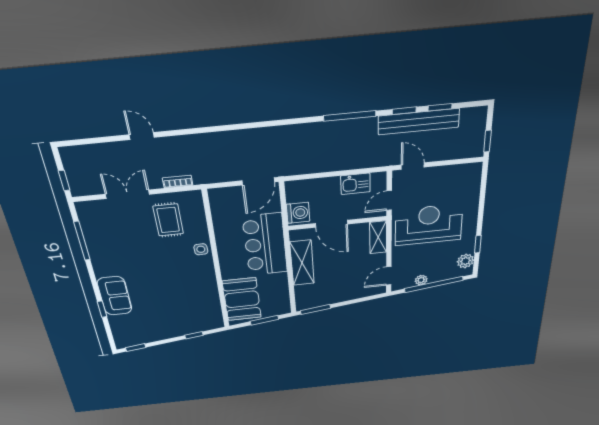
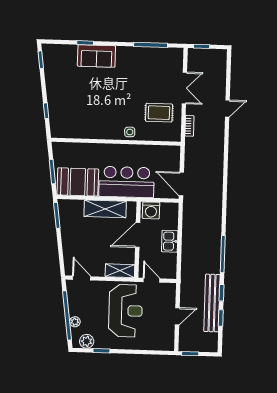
door: (413, 166) -> (177, 316), moved
kitchen sink: (355, 184) -> (170, 241), moved
plant: (421, 280) -> (75, 322), moved
booth: (242, 299) -> (78, 182), moved

